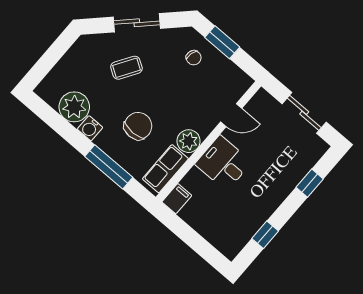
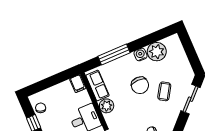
sliding door: (137, 23) -> (191, 99), moved
chair: (138, 126) -> (140, 85), moved
chair: (238, 235) -> (41, 108), added

